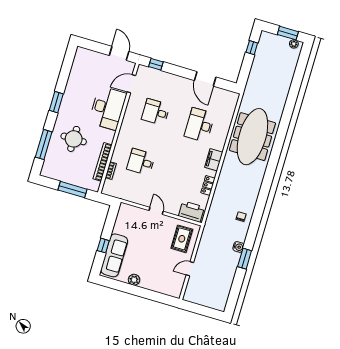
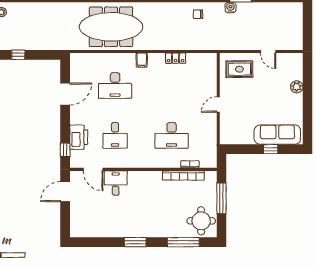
desk: (108, 108) -> (116, 183), width x0.53, depth x0.77
round table: (74, 139) -> (201, 221), moved
filing cabinet: (214, 160) -> (142, 60), width x0.50
desk: (141, 162) -> (172, 135), width x1.37
printer: (191, 212) -> (79, 137), moved, turned 180
plant: (134, 280) -> (297, 87), moved

